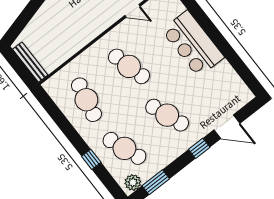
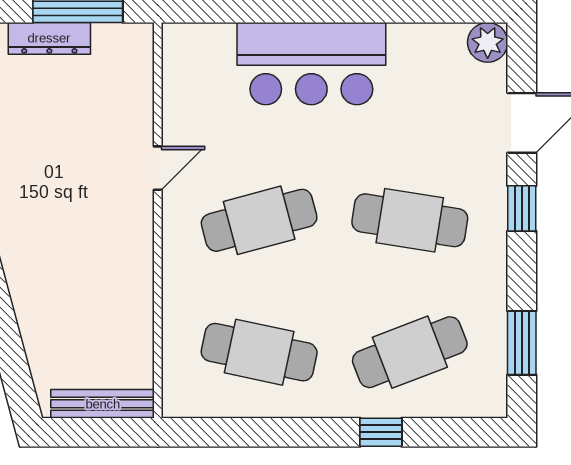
door: (133, 11) -> (158, 168), moved
cafe table: (167, 115) -> (410, 220), turned 30
plant: (133, 182) -> (488, 42), moved

